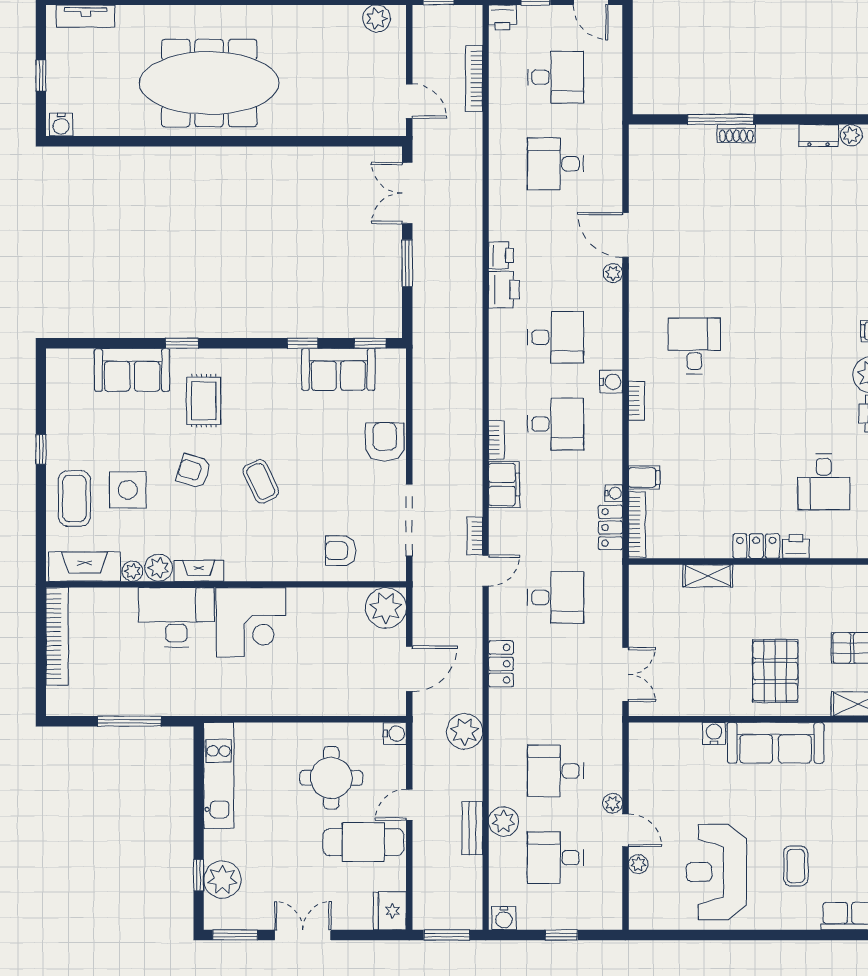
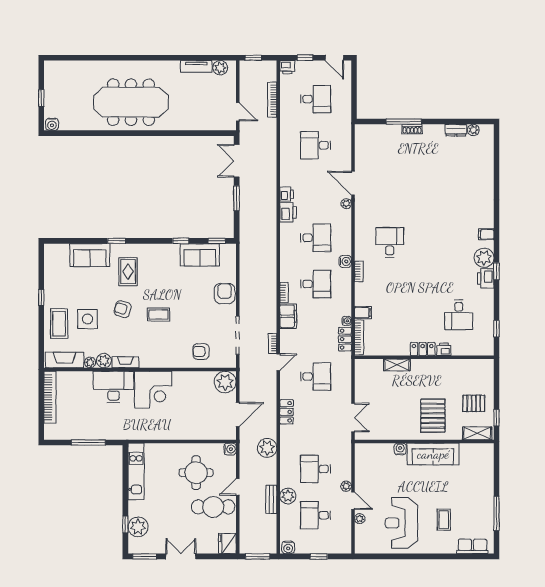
tv unit: (86, 16) -> (196, 66), moved
coffee table: (261, 481) -> (158, 315), turned -65

